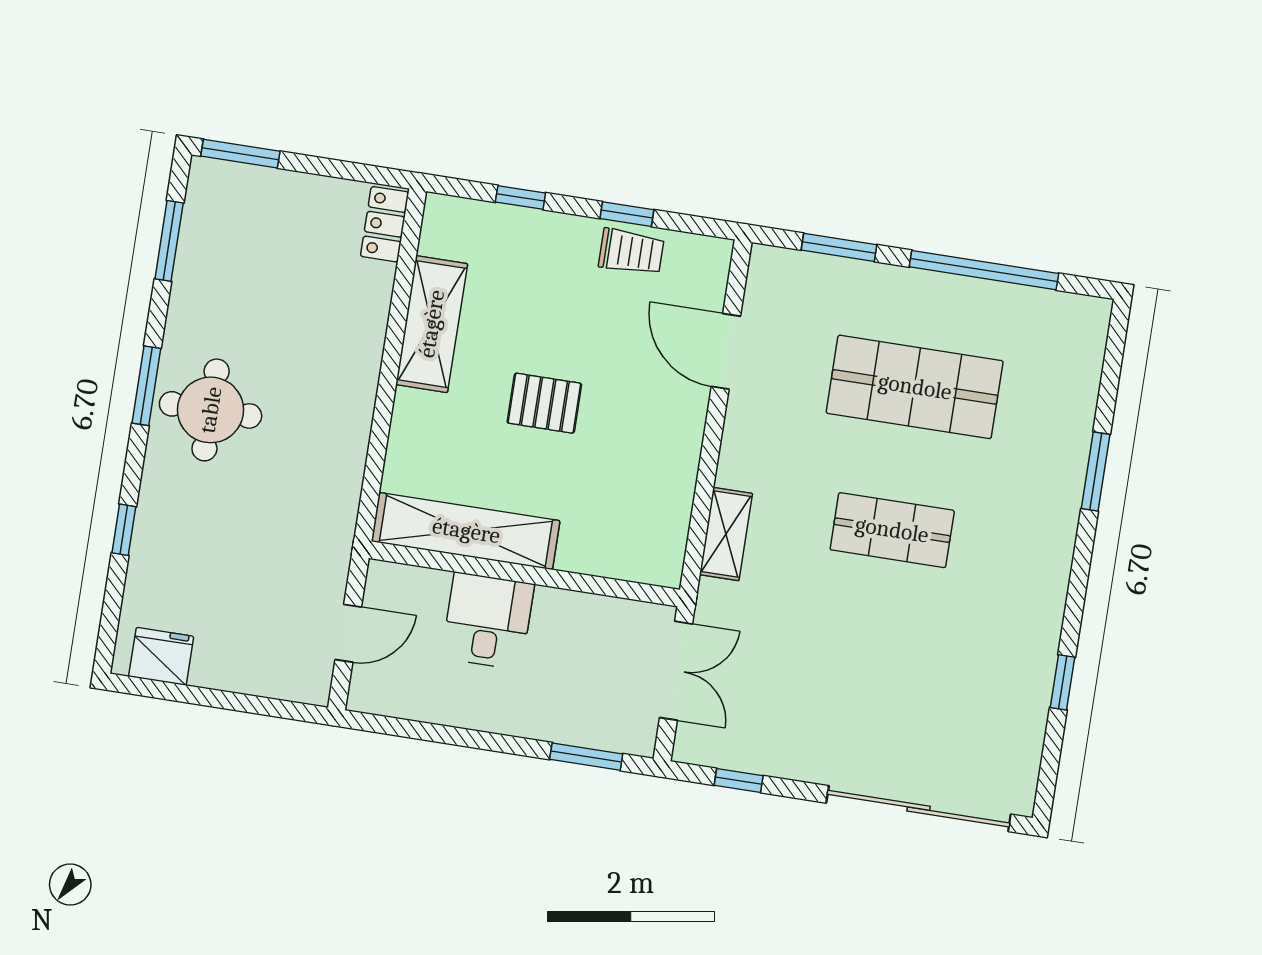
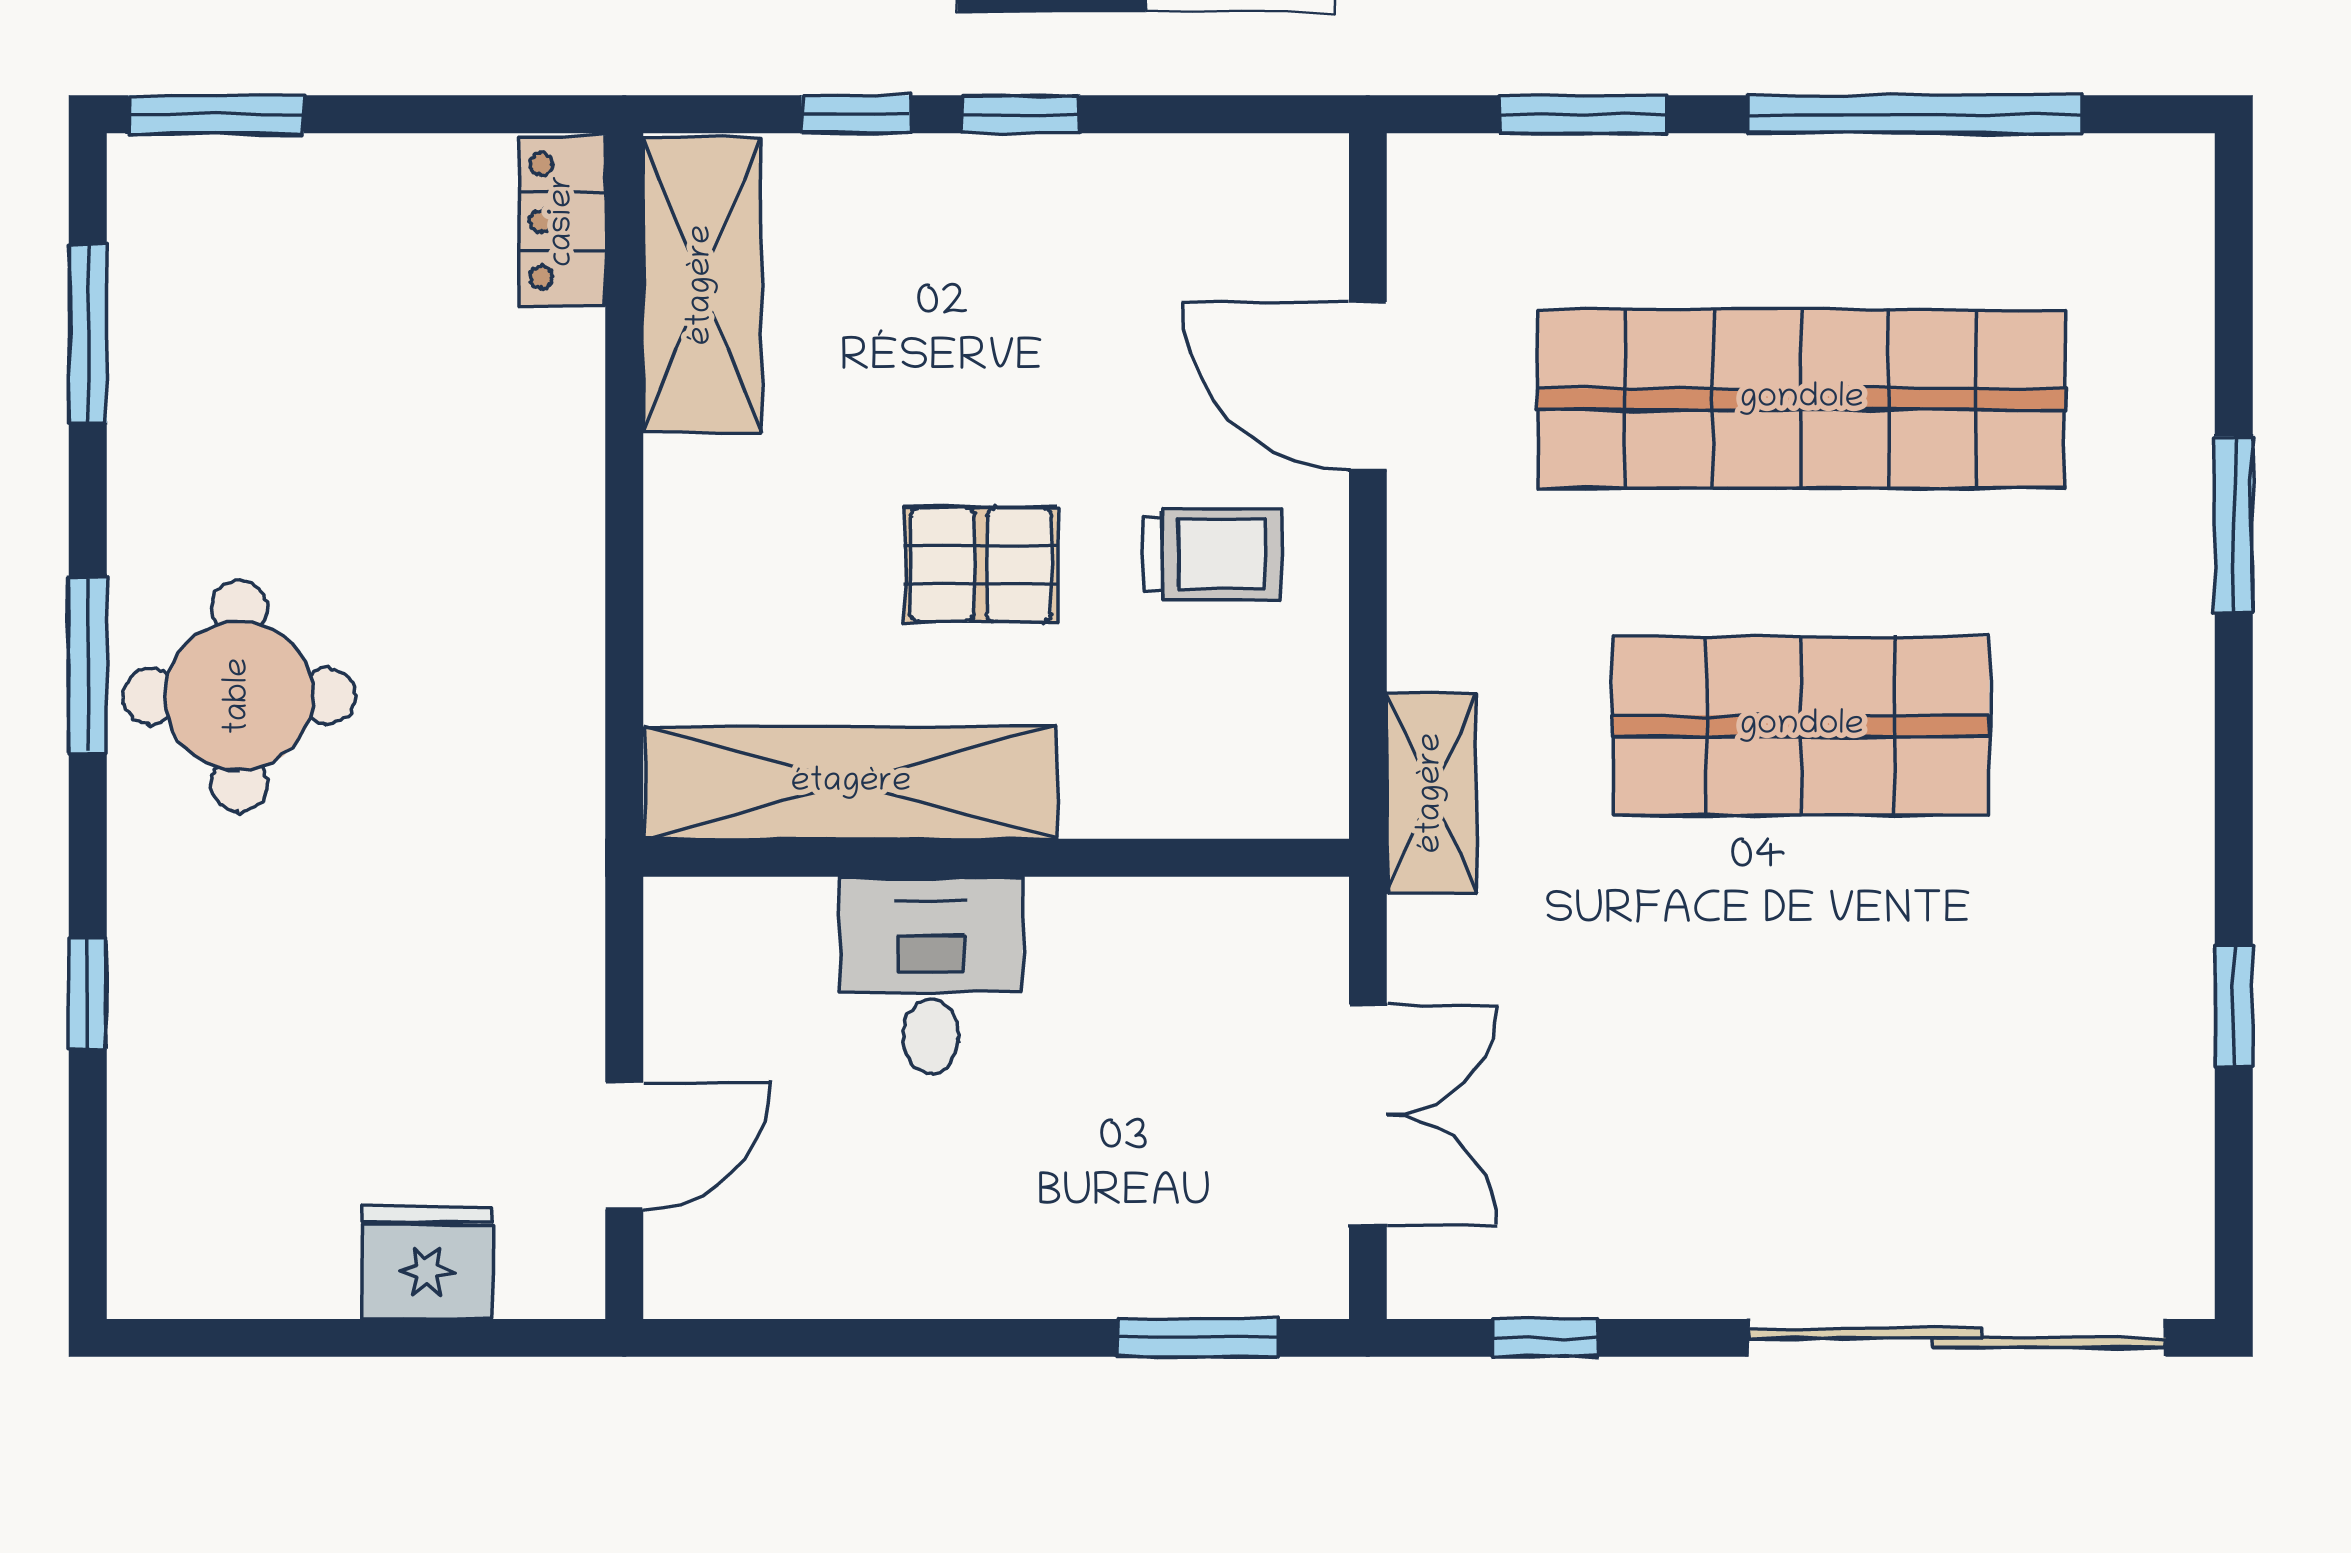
window: (627, 214) -> (1021, 114), moved
trolley: (631, 252) -> (1212, 555), moved
shelving: (432, 324) -> (702, 285), moved
shop shelf: (915, 387) -> (1801, 399), width x1.40
shop shelf: (892, 530) -> (1801, 726), width x1.43, depth x1.36
shelving: (466, 531) -> (851, 783), moved
wall: (524, 574) -> (996, 858), moved
desk: (488, 621) -> (931, 976), moved
fridge: (161, 656) -> (427, 1263), moved

